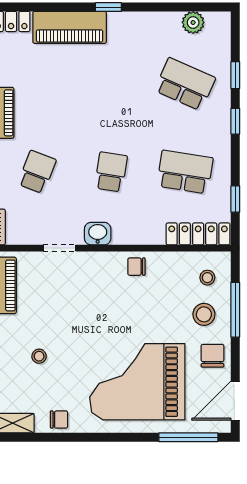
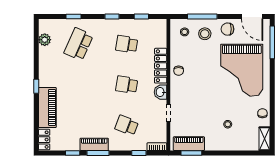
window: (235, 121) -> (112, 17), moved
school desk: (185, 172) -> (127, 44), width x0.54
locker: (198, 234) -> (161, 66), moved

